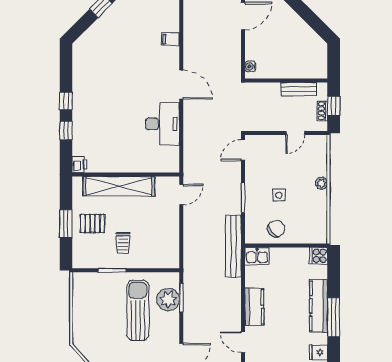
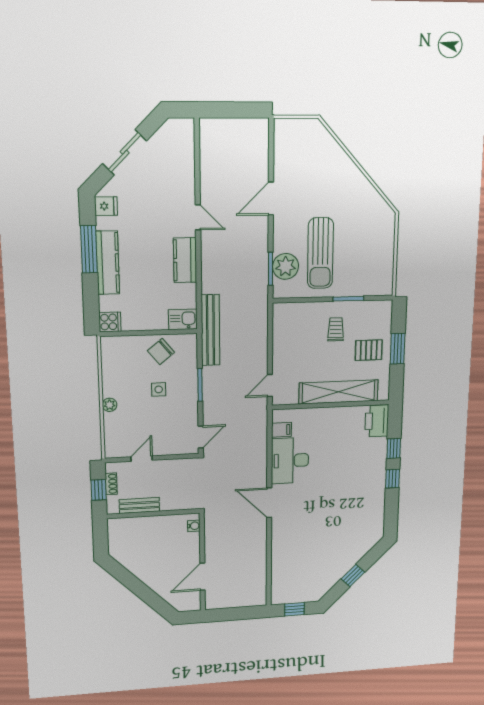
filing cabinet: (171, 39) -> (281, 430), moved
printer: (79, 164) -> (377, 421), width x1.87, depth x1.48

